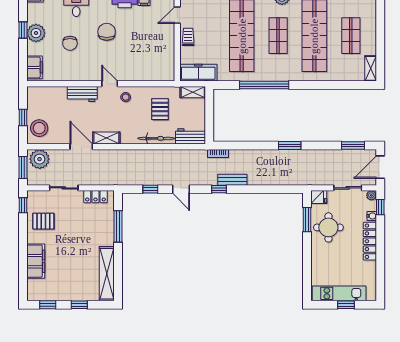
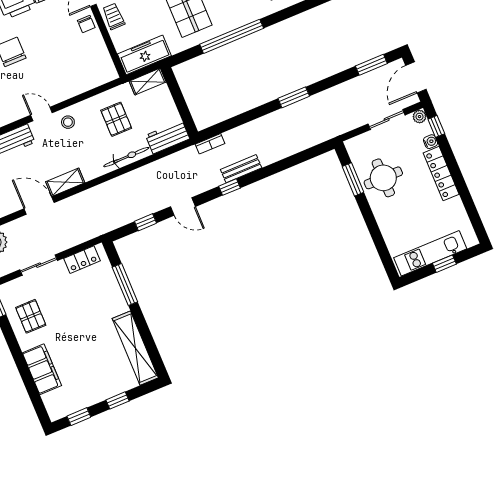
chair: (167, 34) -> (86, 24), added
fridge: (319, 197) -> (356, 146), removed
pallet: (43, 221) -> (31, 316), turned 90

